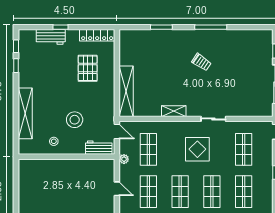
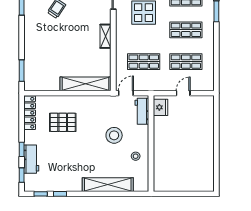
window: (35, 27) -> (22, 175), added
window: (161, 27) -> (22, 71), moved
plant: (124, 159) -> (153, 86), removed
fridge: (103, 166) -> (160, 107), added

